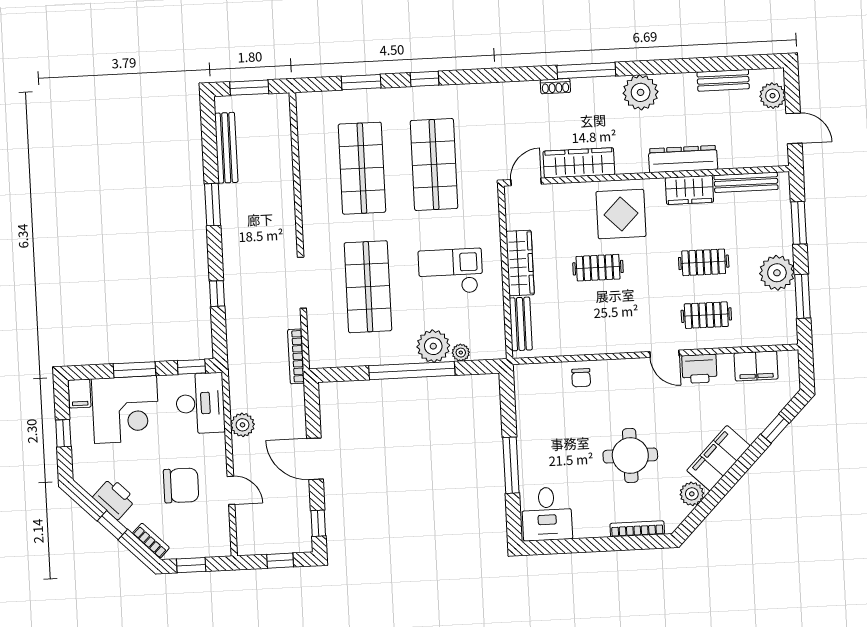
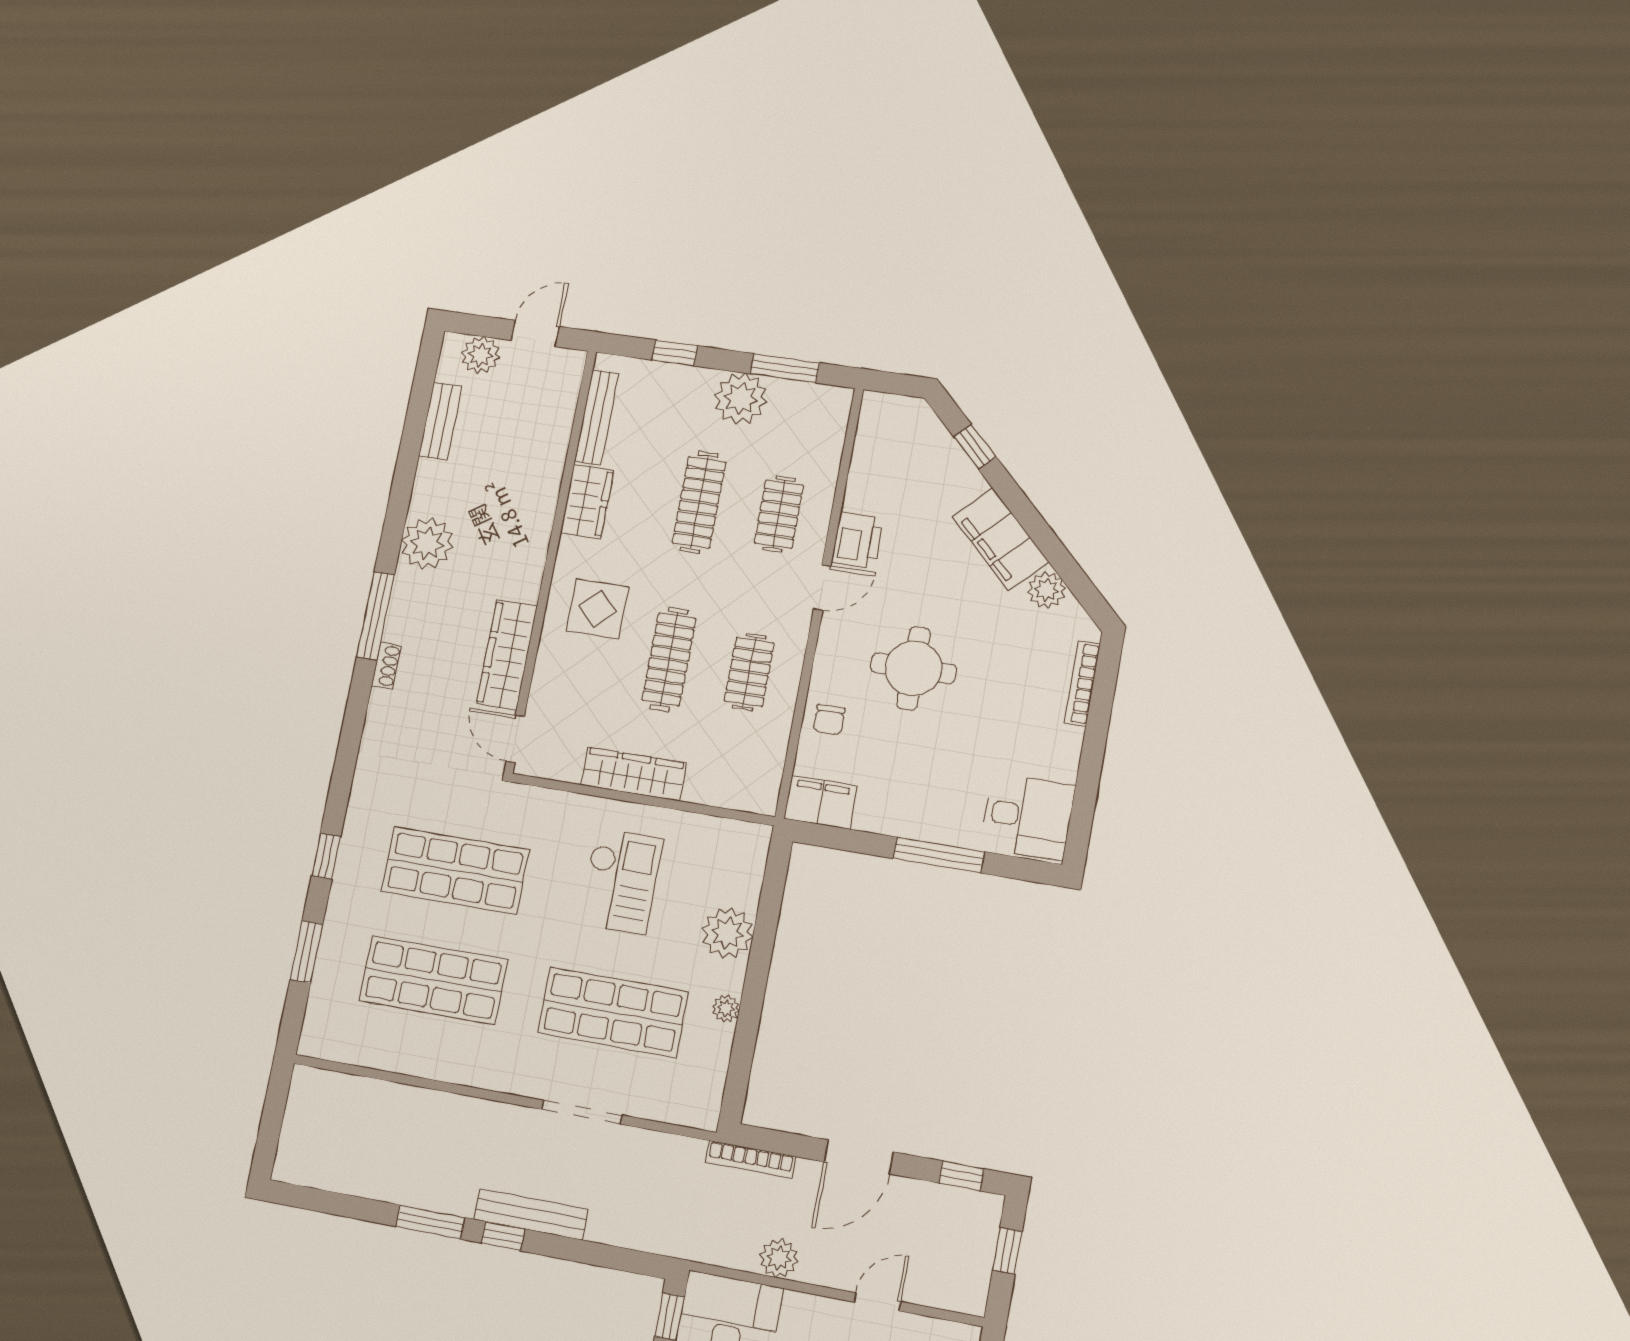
window: (249, 88) -> (271, 1123), removed
bench: (226, 148) -> (531, 1214), moved
dresser: (683, 159) -> (540, 502), removed
display table: (621, 214) -> (598, 609), width x0.73, depth x0.73
window: (799, 223) -> (675, 353), width x0.67
clothes rail: (704, 262) -> (699, 502), width x1.36
clothes rail: (598, 268) -> (669, 659), width x1.36
checkout: (451, 272) -> (621, 881), turned 180
window: (217, 294) -> (503, 1236), moved
clothes rail: (601, 320) -> (749, 672), added
bench: (521, 324) -> (726, 793), removed
plant: (461, 353) -> (726, 1008), moved
bookcase: (296, 356) -> (751, 1159), moved
filing cabinet: (756, 366) -> (821, 802), moved, turned -90
window: (412, 371) -> (757, 974), removed
chair: (581, 378) -> (829, 720), turned 90
round table: (630, 456) -> (913, 668), moved

